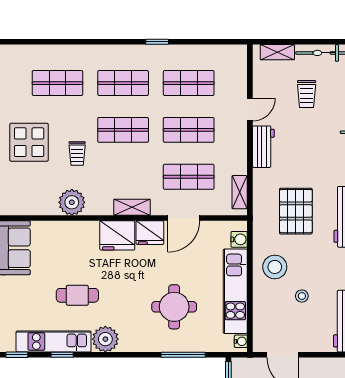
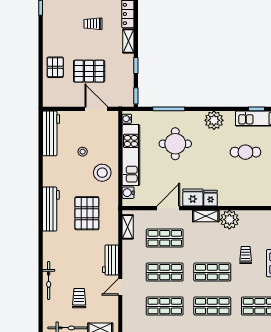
plant: (72, 202) -> (229, 220), moved
fridge: (117, 235) -> (211, 198), width x0.53, depth x0.75
plant: (105, 339) -> (214, 120), moved

